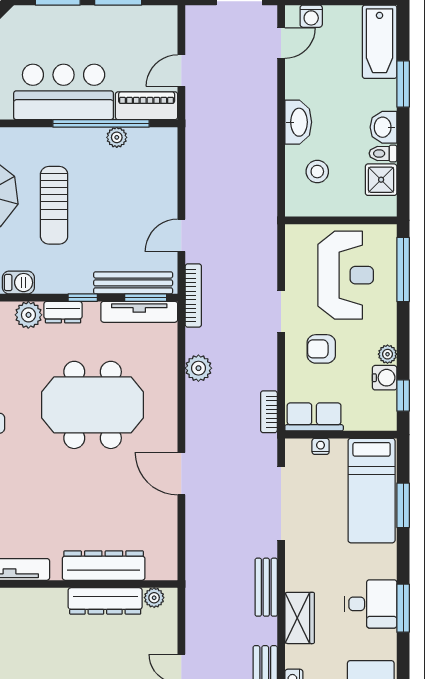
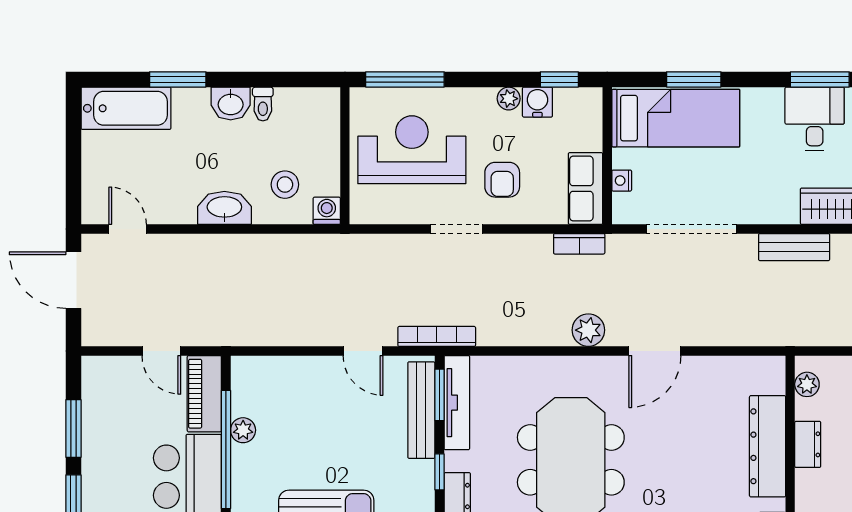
washing machine: (311, 16) -> (327, 211), moved, turned -90
shower: (381, 180) -> (295, 106), removed
plant: (198, 368) -> (588, 330), moved
dresser: (105, 601) -> (808, 444), width x0.51, depth x0.80

